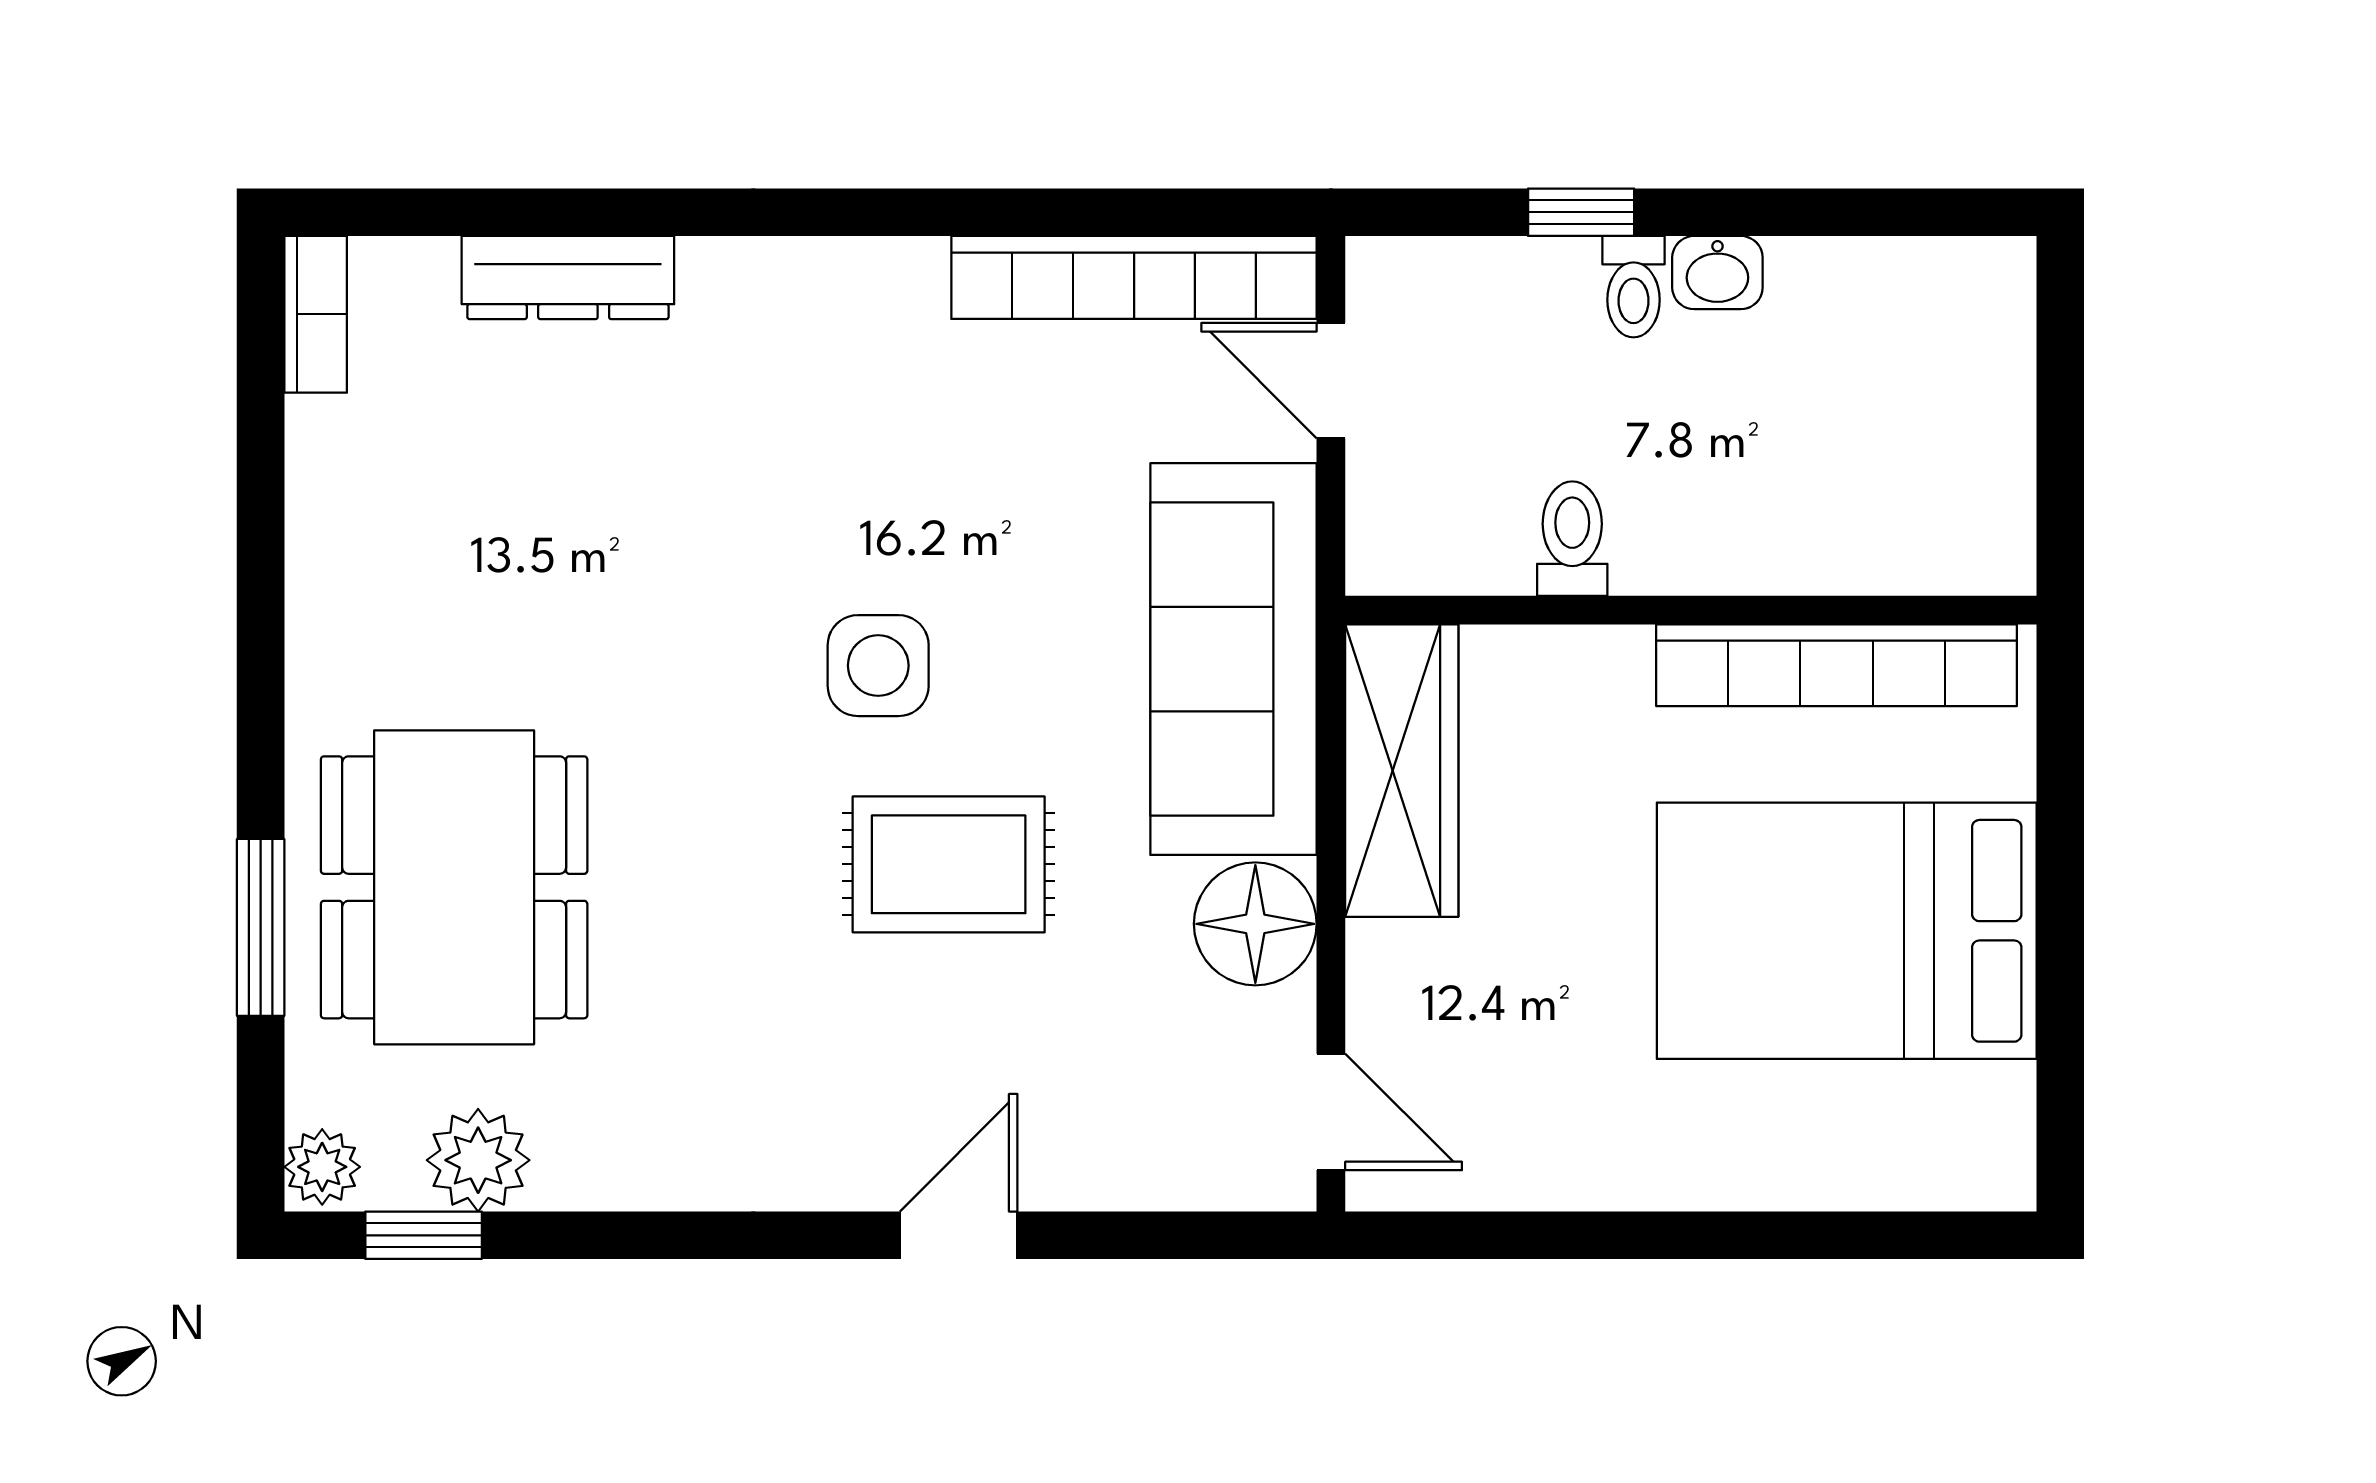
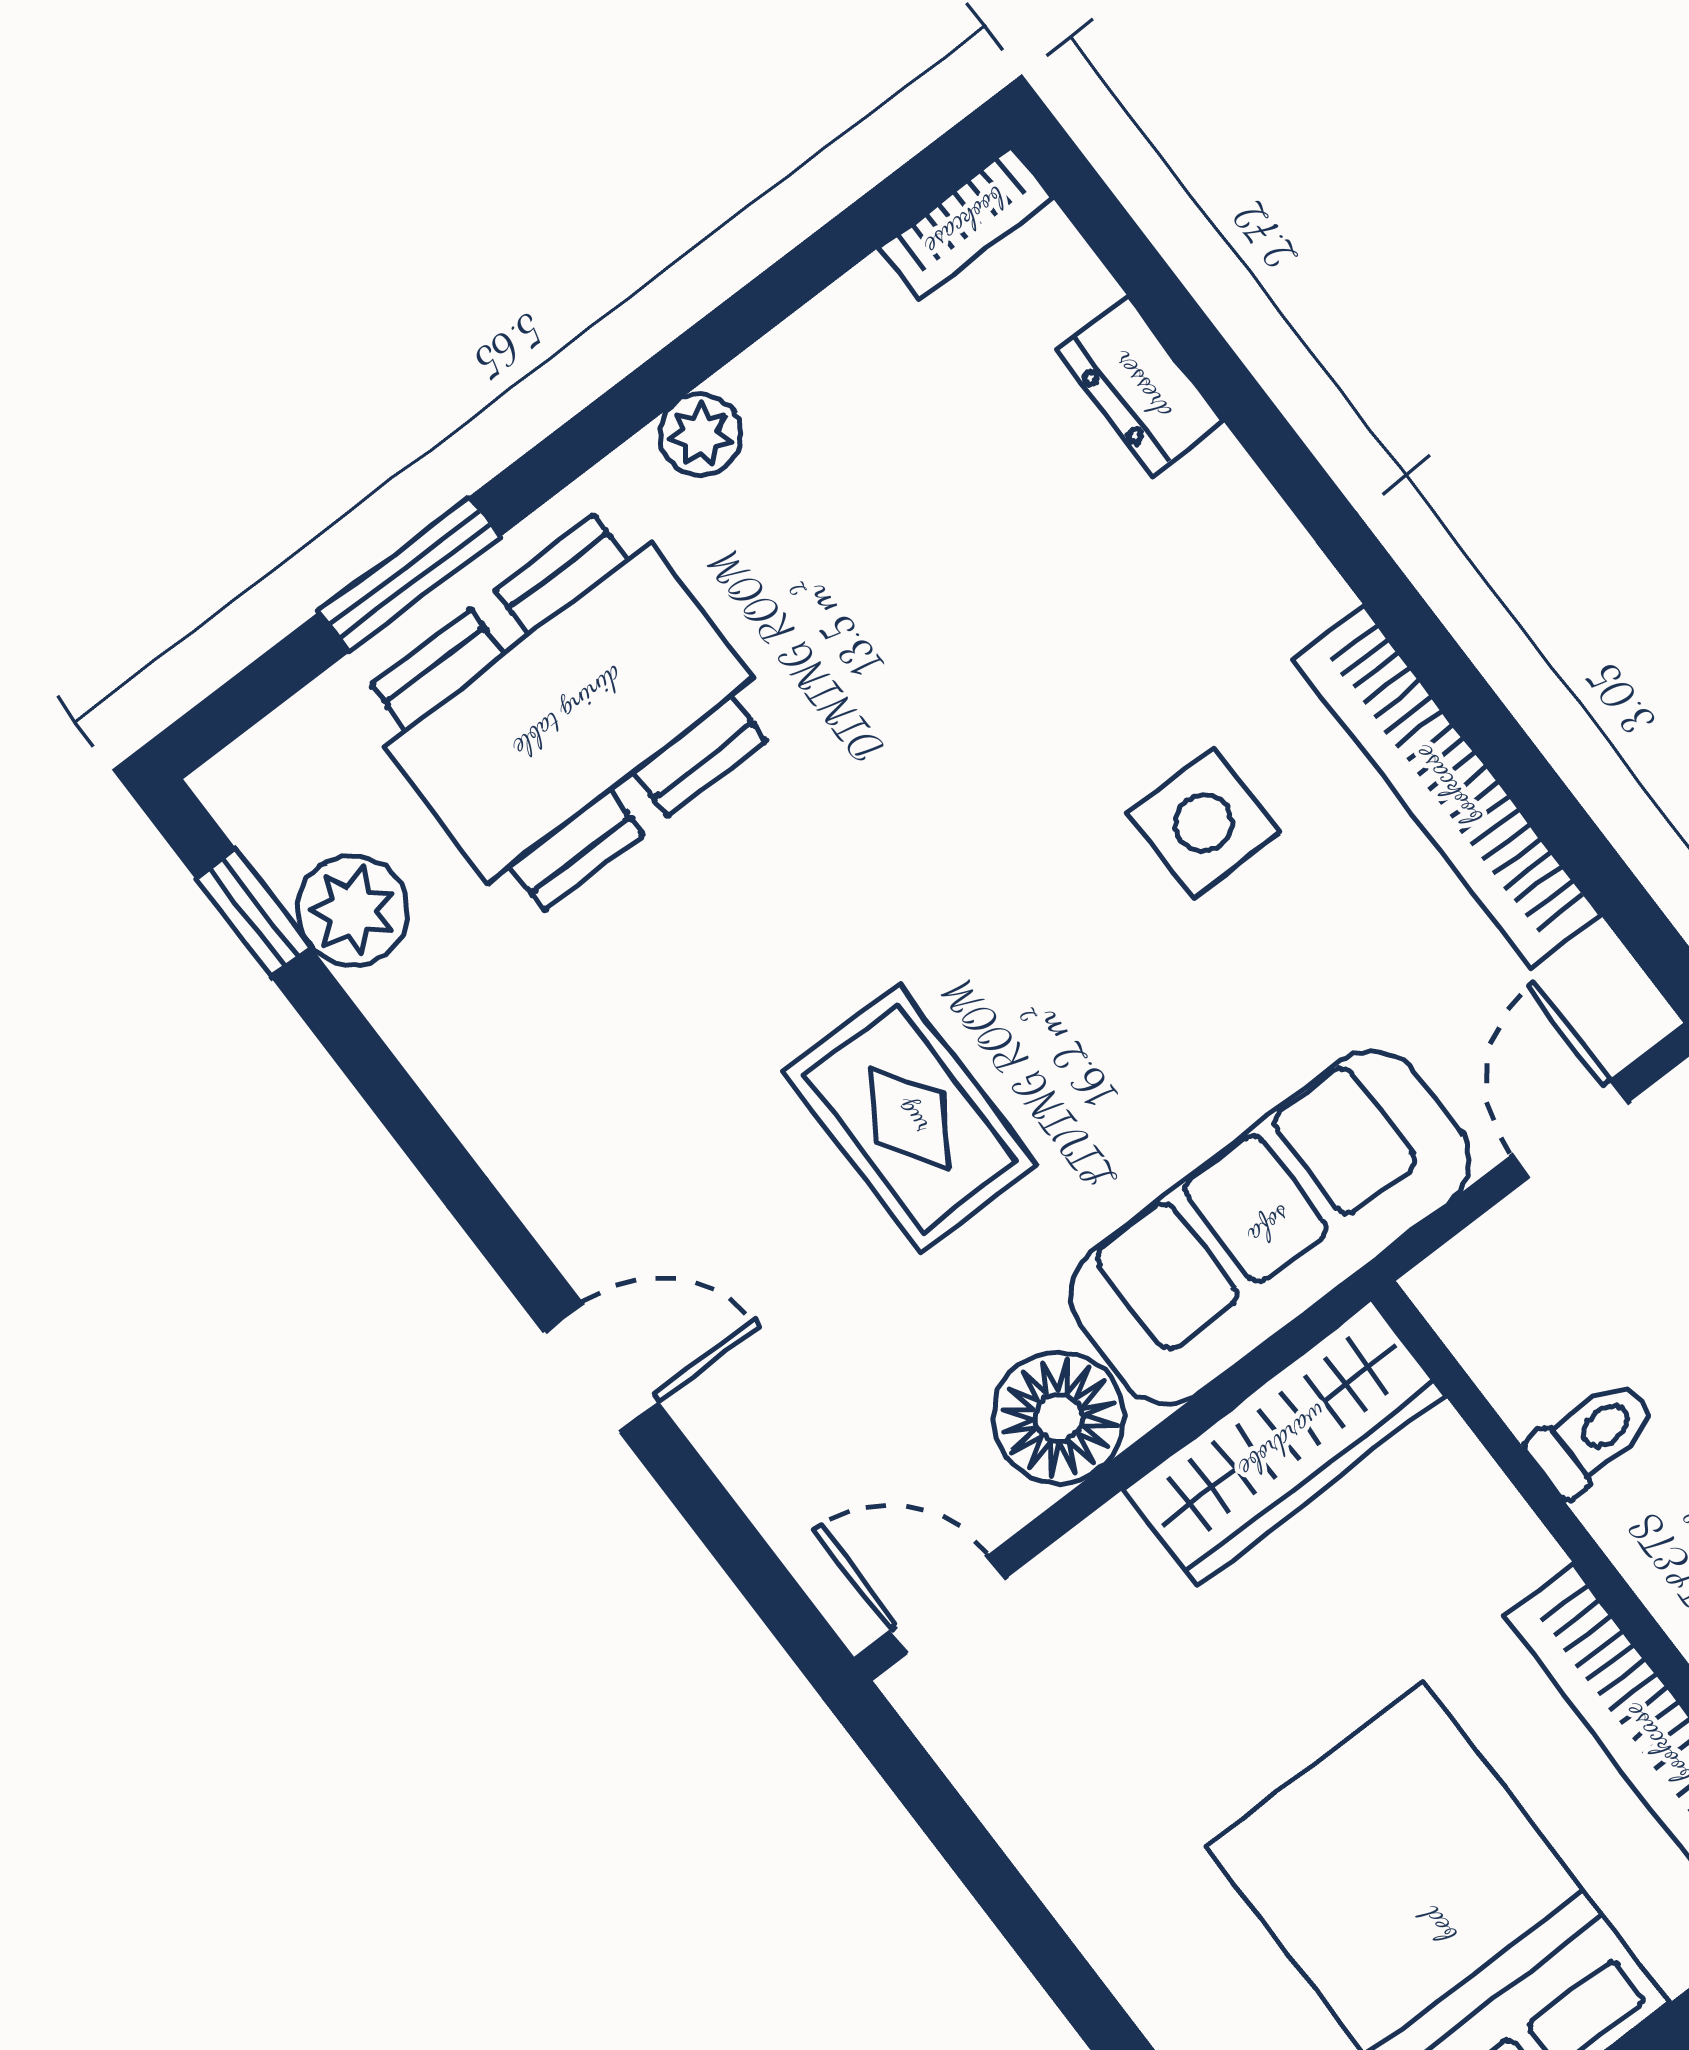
bookcase: (1134, 277) -> (1446, 786), moved
dresser: (568, 278) -> (1140, 386), width x0.70
side table: (878, 666) -> (1204, 823), moved
door: (1331, 1112) -> (948, 1604), swing flipped
plant: (322, 1167) -> (701, 434), moved

